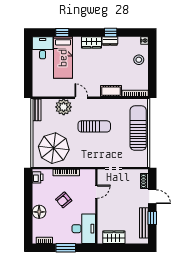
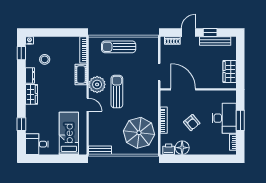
window: (111, 33) -> (21, 53), moved
bed: (63, 58) -> (69, 133), moved, turned -90
stool: (139, 60) -> (45, 59), moved
door: (81, 98) -> (88, 105), swing flipped
plant: (64, 107) -> (97, 84), moved
sun lounger: (138, 128) -> (119, 47), width x0.73, depth x0.75
door: (96, 192) -> (183, 89), width x1.87
floor lamp: (39, 212) -> (182, 148), moved
desk: (84, 229) -> (224, 118), moved, turned 90

